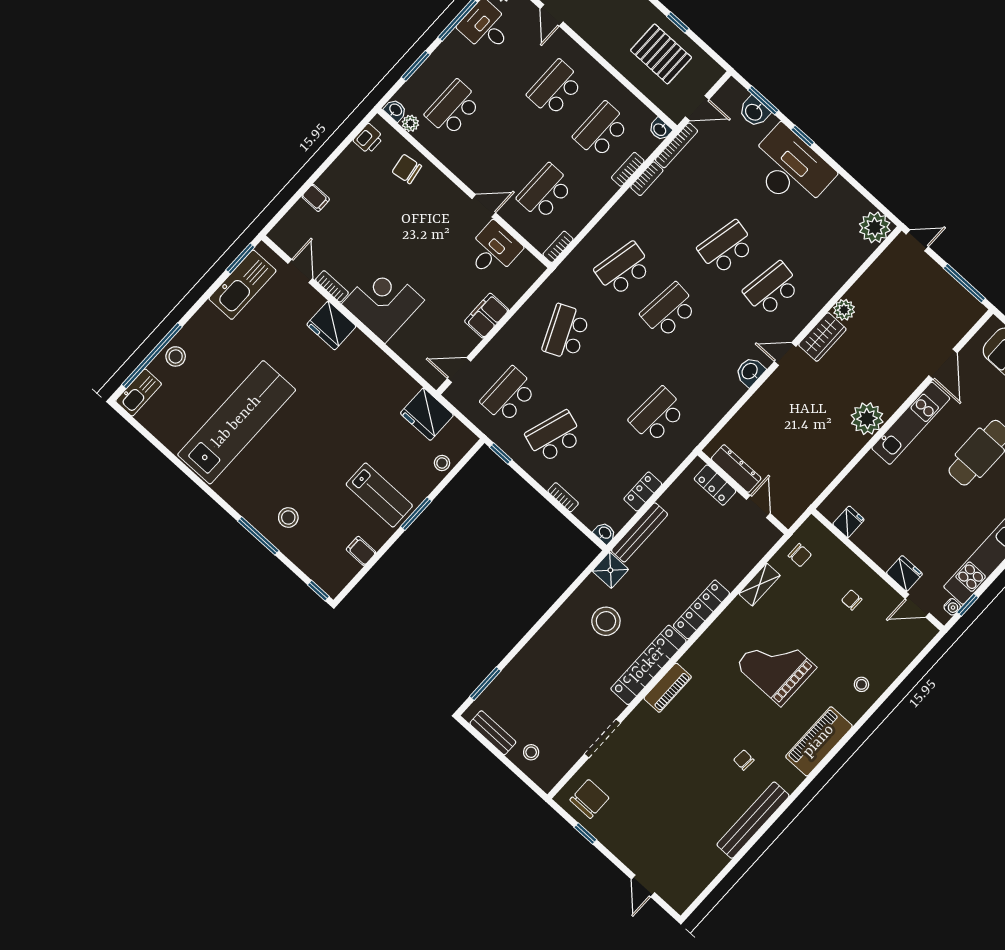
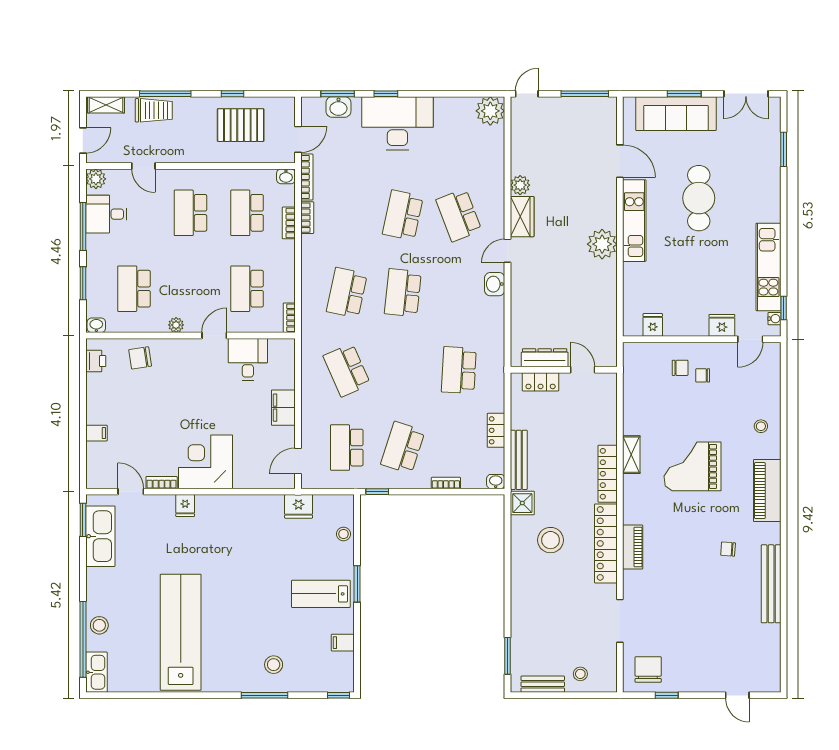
plant: (410, 123) -> (176, 325), moved
school desk: (772, 289) -> (459, 215), turned -30
fridge: (331, 326) -> (185, 506), width x0.53, depth x0.75
fridge: (427, 414) -> (299, 506), width x0.73, depth x0.75
lab bench: (379, 495) -> (321, 594), turned 180
chair: (800, 555) -> (680, 368), moved
shelving: (759, 585) -> (631, 455), moved

